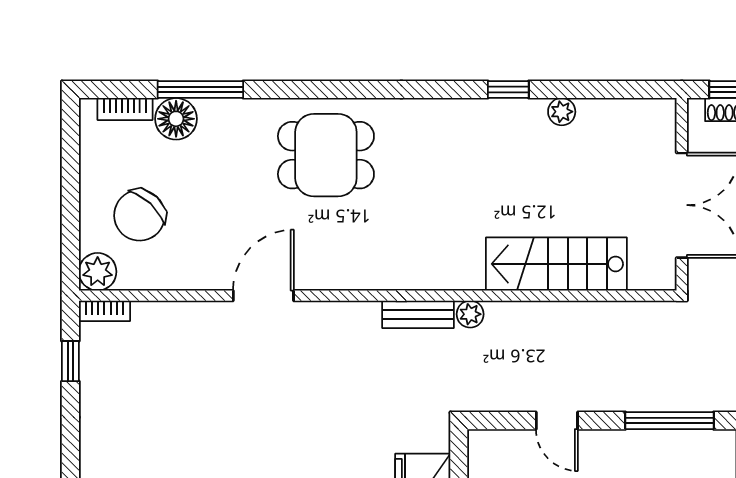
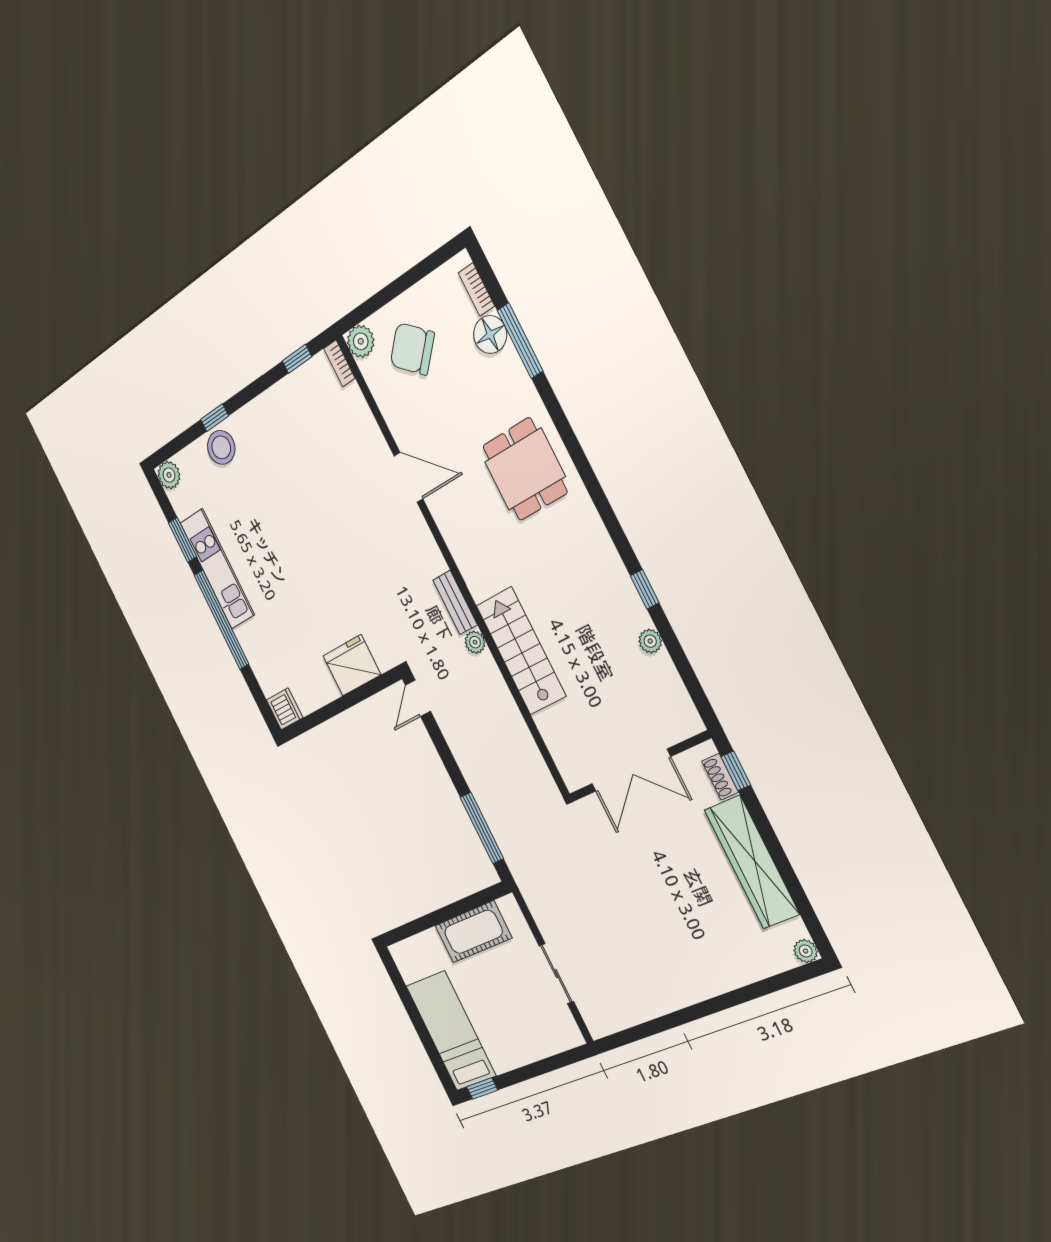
stairs: (556, 264) -> (521, 651), moved
door: (557, 421) -> (418, 698), moved

